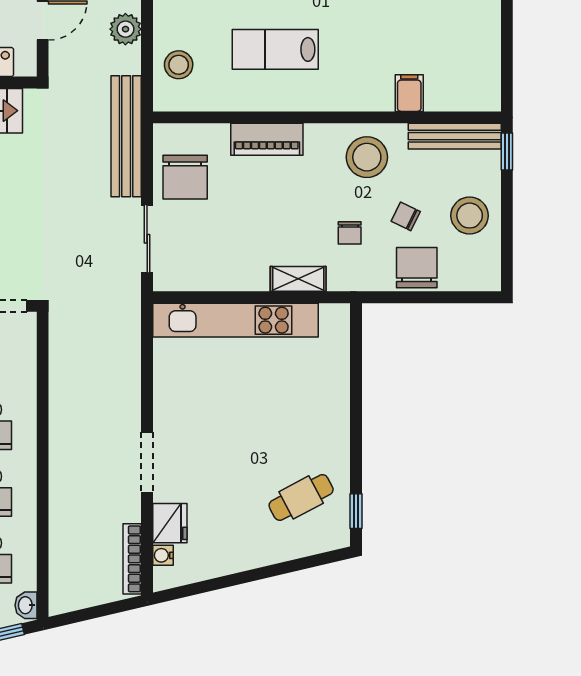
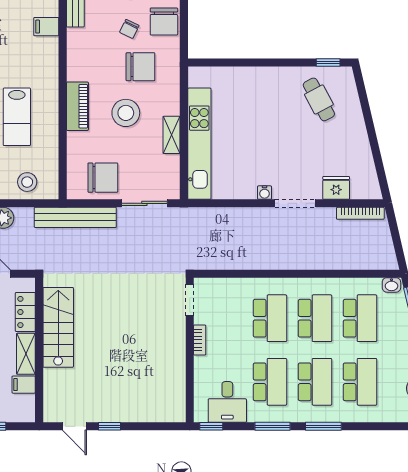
piano: (267, 139) -> (77, 106), moved
stool: (367, 157) -> (126, 113), moved
chair: (350, 233) -> (140, 67), width x1.87, depth x1.87
chair: (417, 268) -> (164, 21), turned -90
shelving: (298, 279) -> (172, 135), moved
water cooler: (163, 555) -> (265, 193), moved

